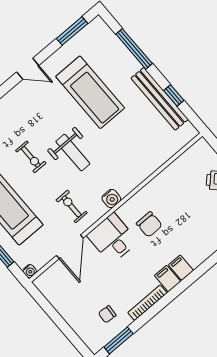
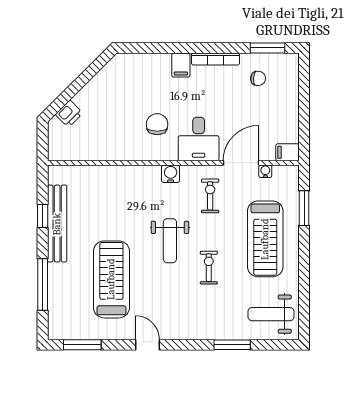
weight bench: (73, 153) -> (170, 241), turned 180
exercise bike: (72, 206) -> (210, 196), turned 180
filing cabinet: (181, 268) -> (288, 152), moved, turned 90
water cooler: (30, 271) -> (265, 171), moved

